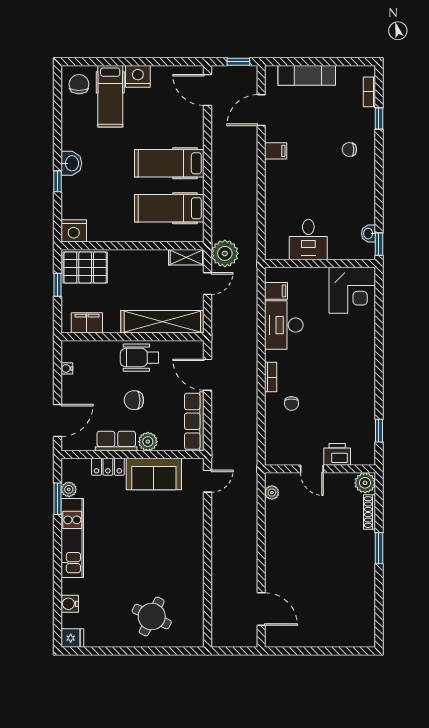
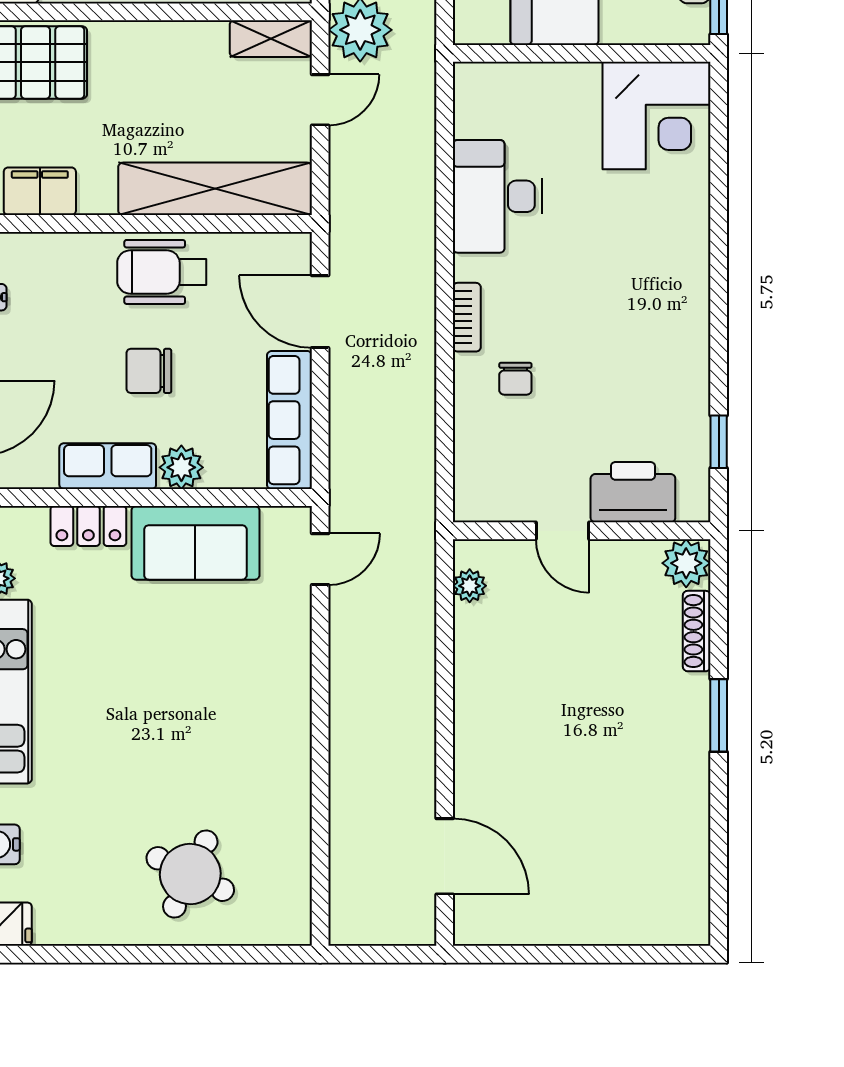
filing cabinet: (276, 291) -> (479, 117), removed
printer: (337, 454) -> (633, 492), width x1.37, depth x1.19

